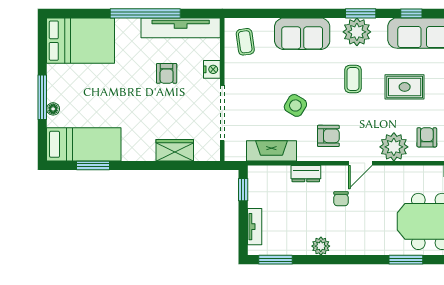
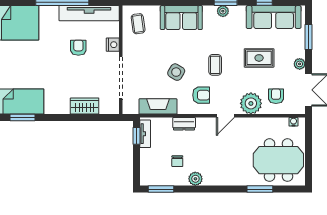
plant: (357, 32) -> (223, 11), width x0.53, depth x0.53
armchair: (167, 73) -> (78, 48), turned 180
coffee table: (353, 79) -> (215, 65), moved
chair: (341, 199) -> (177, 161), moved
tv unit: (255, 227) -> (145, 134), moved

